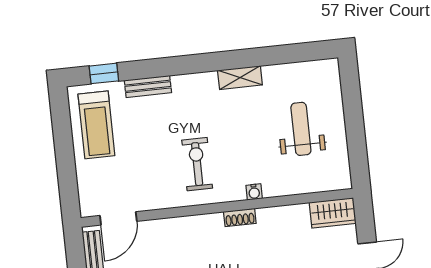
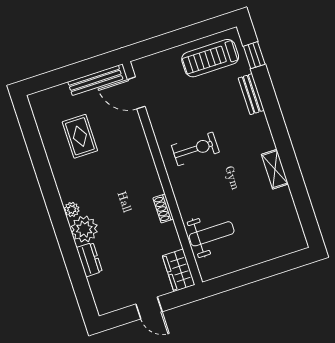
weight bench: (301, 129) -> (212, 234), moved
water cooler: (254, 192) -> (182, 201), removed
shoe rack: (240, 217) -> (163, 208), moved

